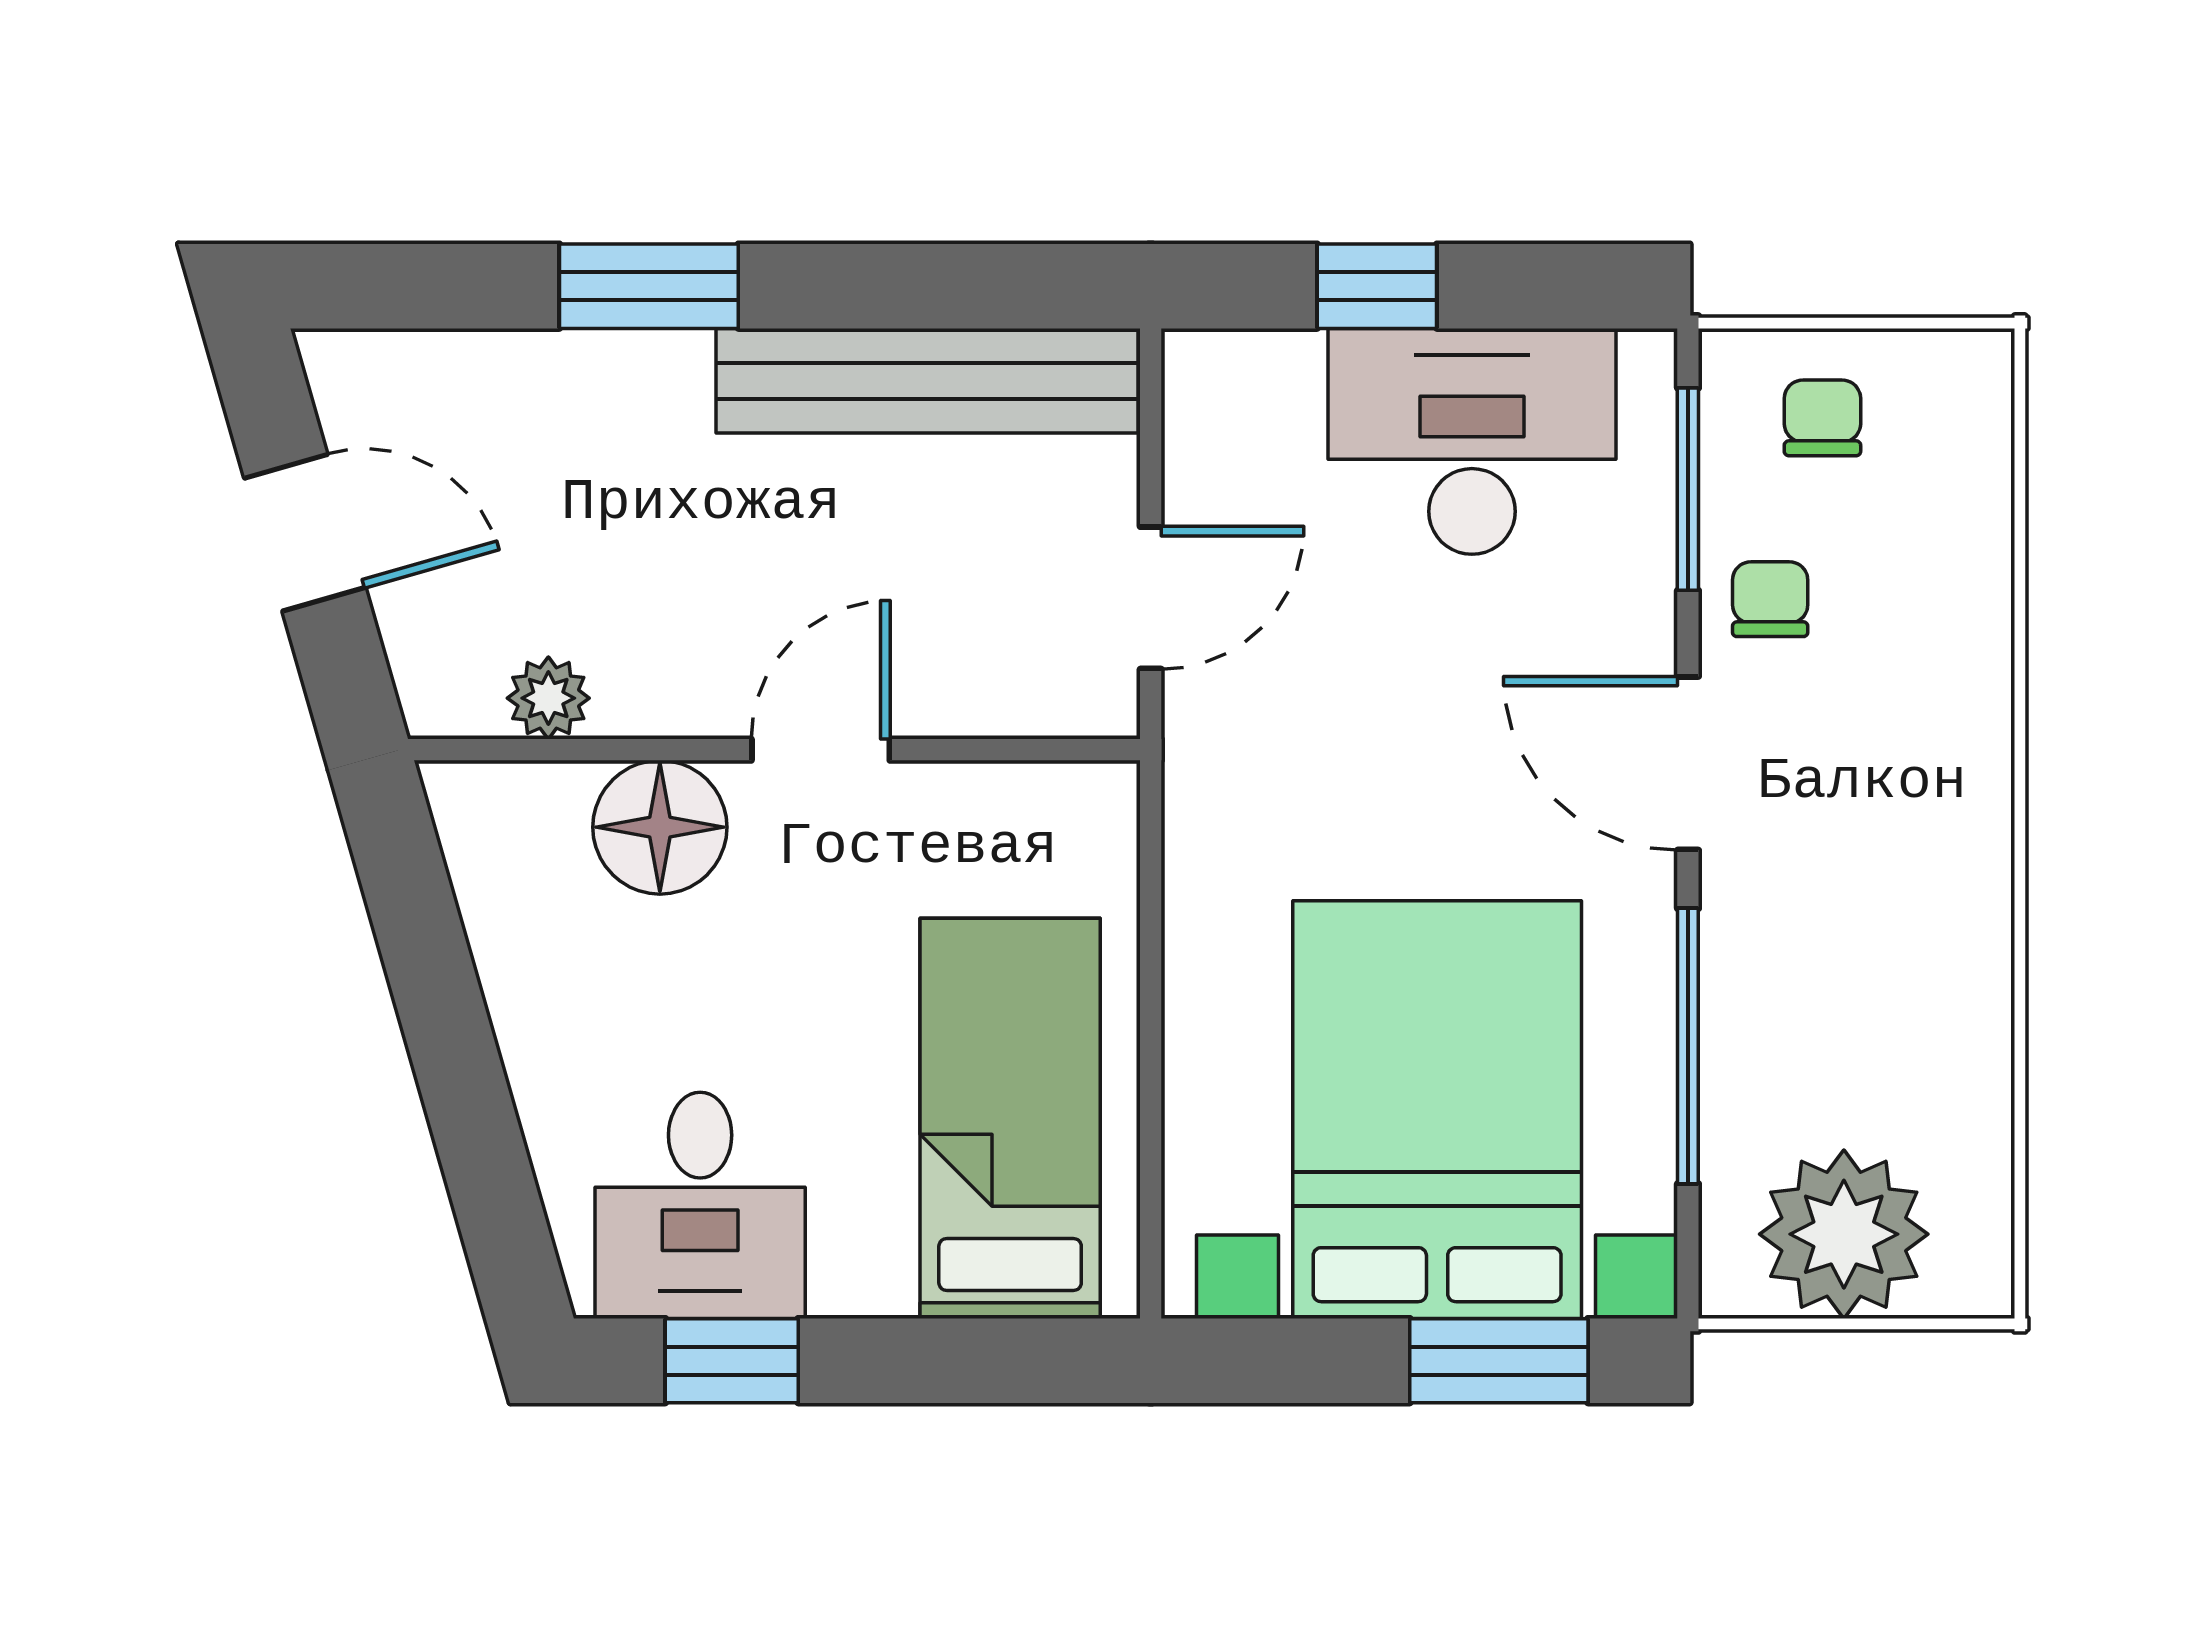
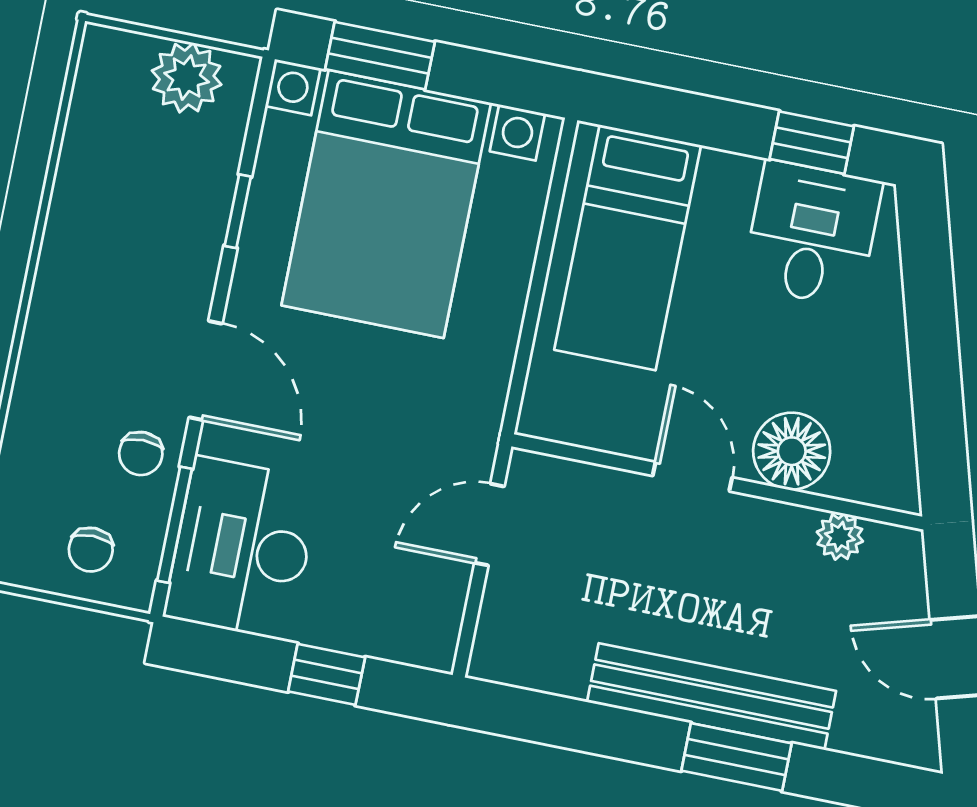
bench: (927, 381) -> (711, 697), moved
desk: (1472, 441) -> (242, 548), moved, turned 90
door: (821, 750) -> (692, 477), swing flipped
window: (1688, 1046) -> (238, 211), width x0.46
plant: (1844, 1234) -> (187, 78), width x0.73, depth x0.73

